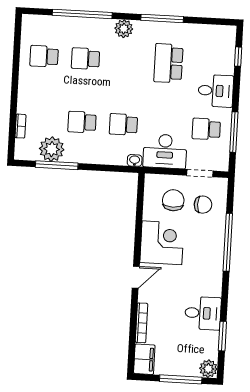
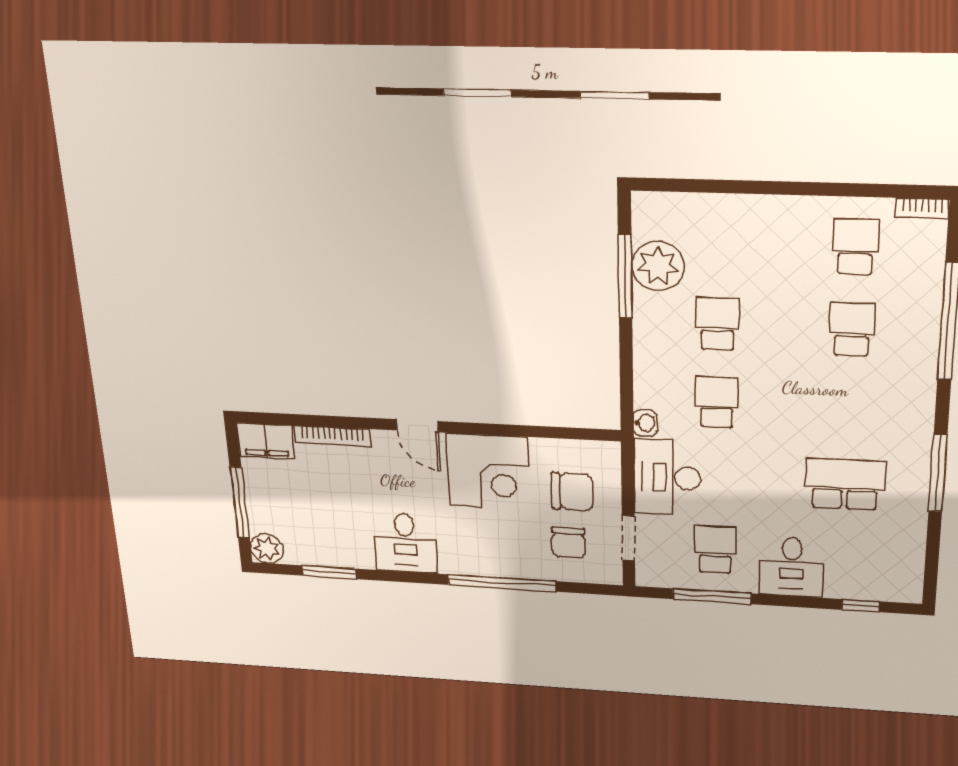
plant: (124, 29) -> (916, 402), removed
bookcase: (20, 126) -> (922, 208), moved
desk: (203, 313) -> (405, 543), moved

